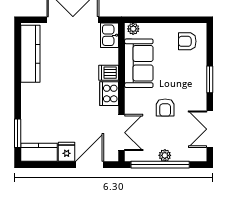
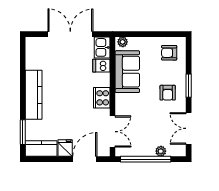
kitchen counter: (30, 54) -> (34, 95), moved
dishwasher: (109, 73) -> (101, 66), moved
armchair: (165, 108) -> (168, 93), moved
plant: (165, 155) -> (161, 151), moved

